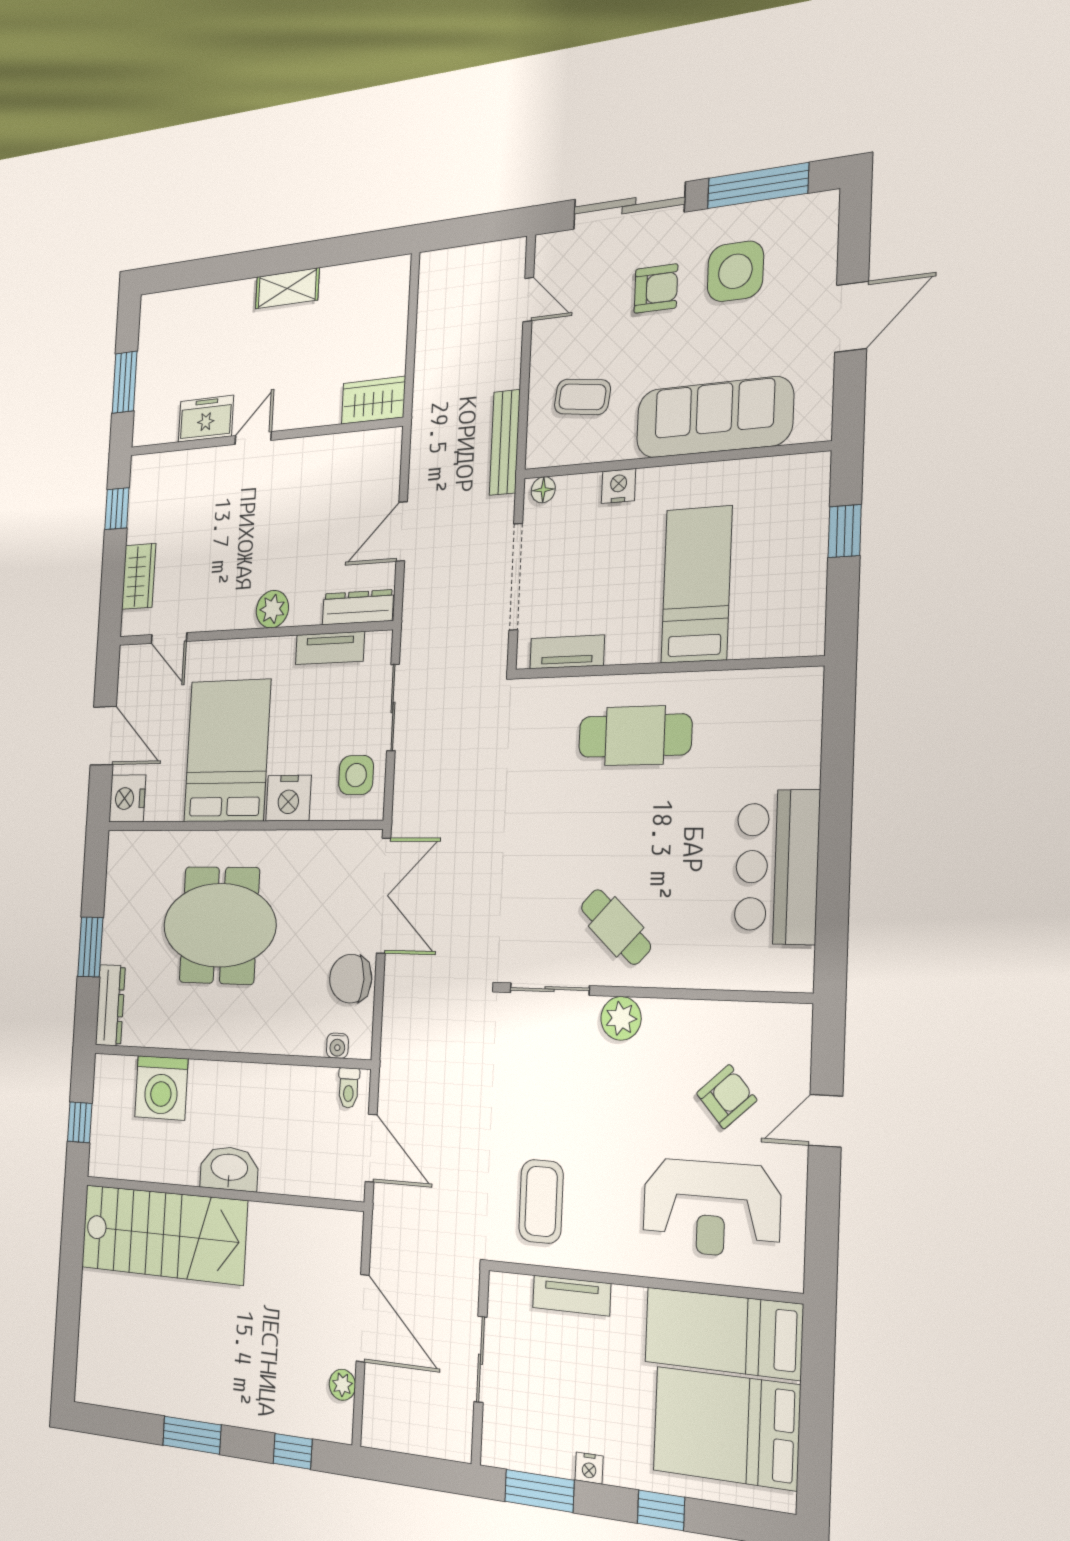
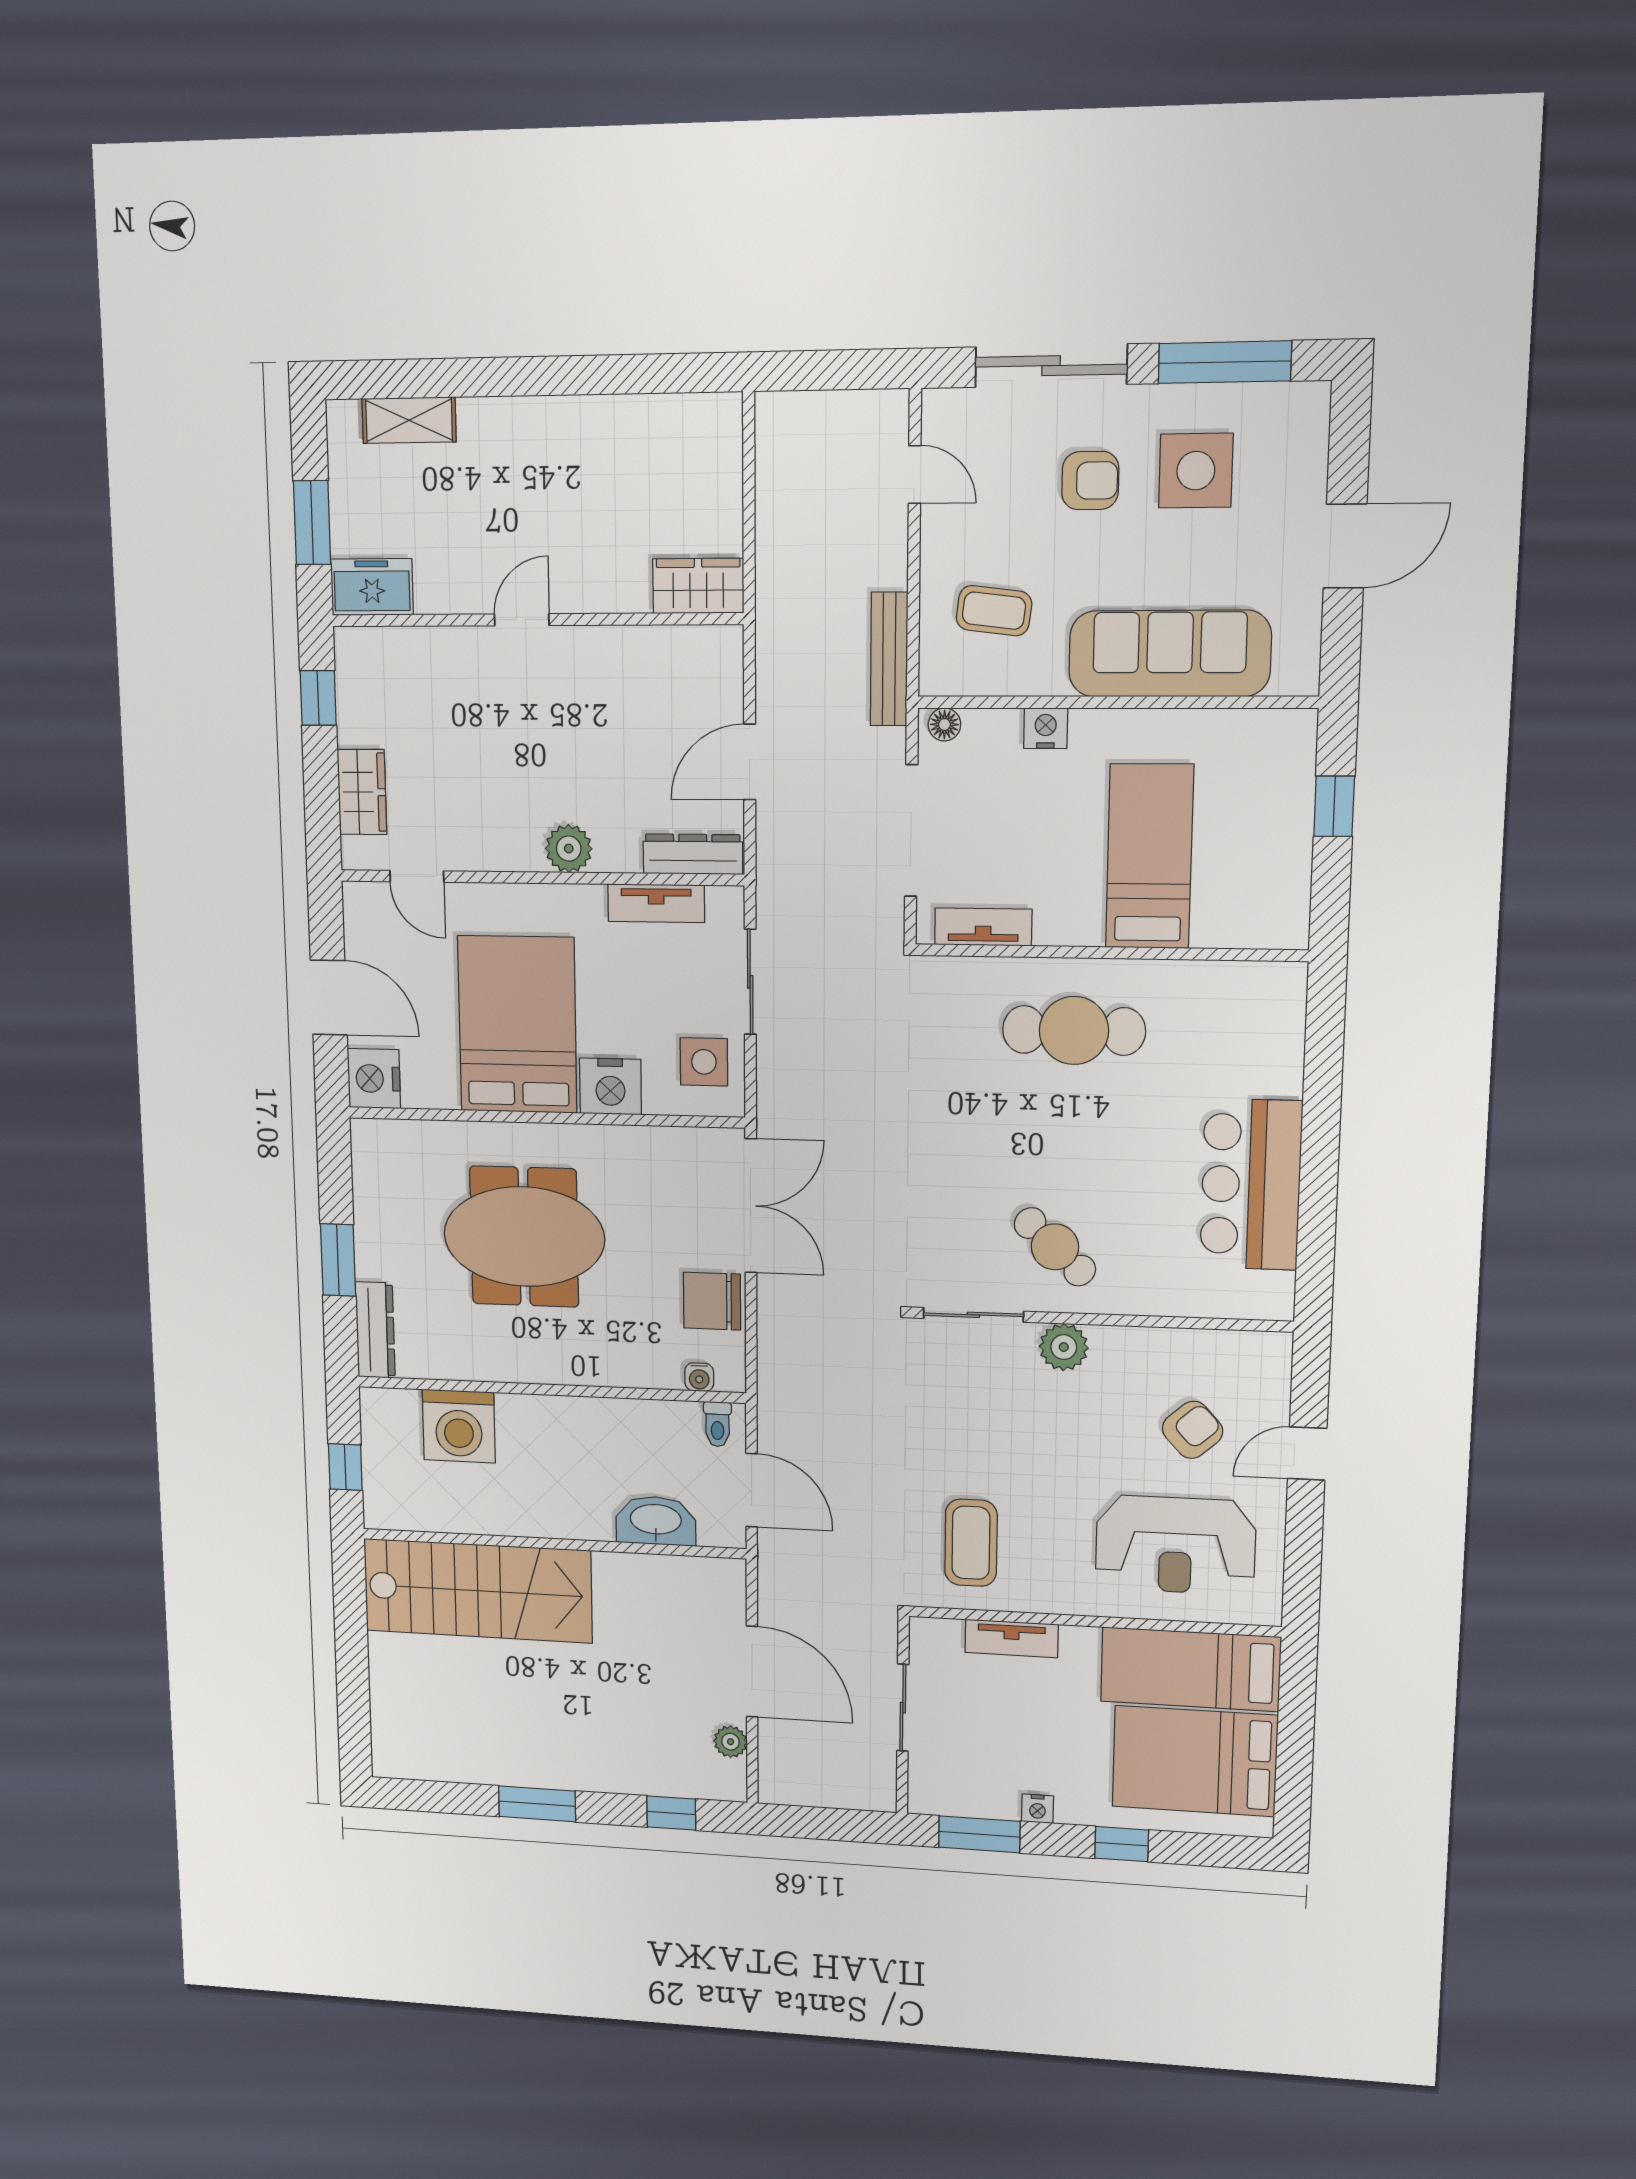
shelving: (287, 288) -> (409, 420), moved
freezer: (206, 419) -> (372, 587), moved
washbasin: (229, 1169) -> (656, 1521), moved

